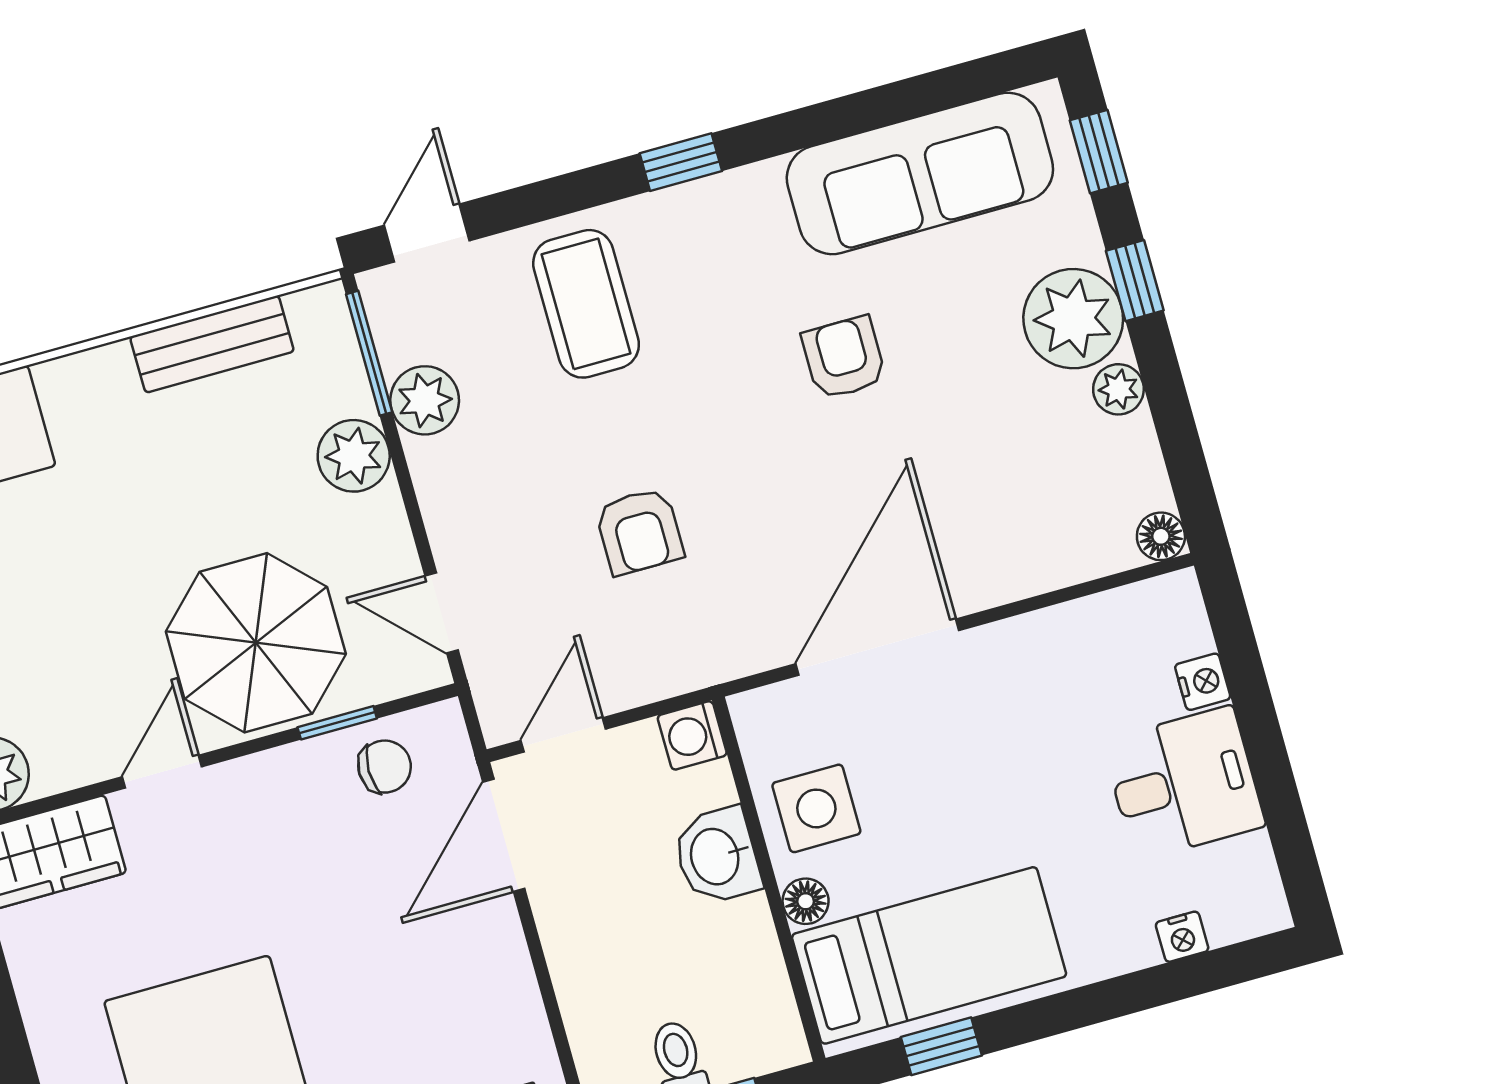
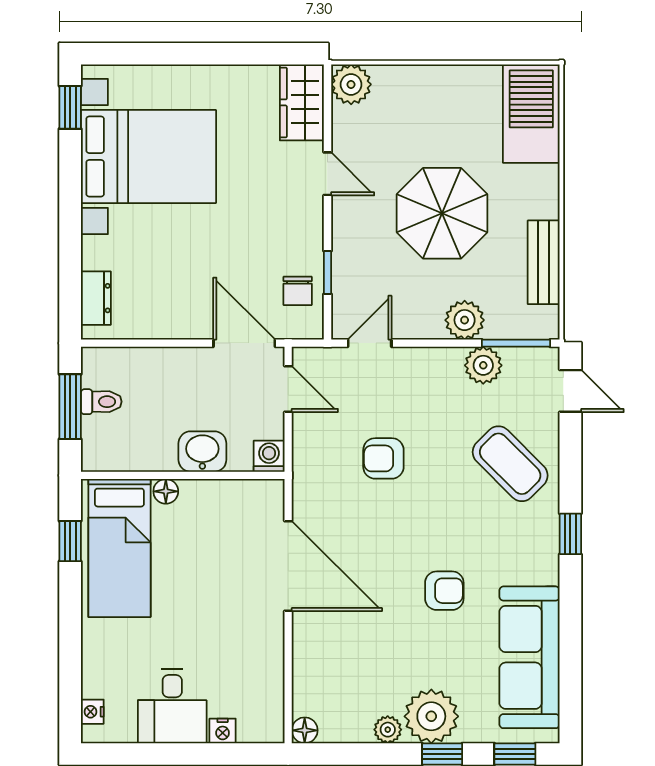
coffee table: (586, 304) -> (510, 464), turned 45
parasol: (256, 643) -> (442, 213), moved
side table: (816, 808) -> (213, 510), removed
nightstand: (1182, 937) -> (92, 712), moved

